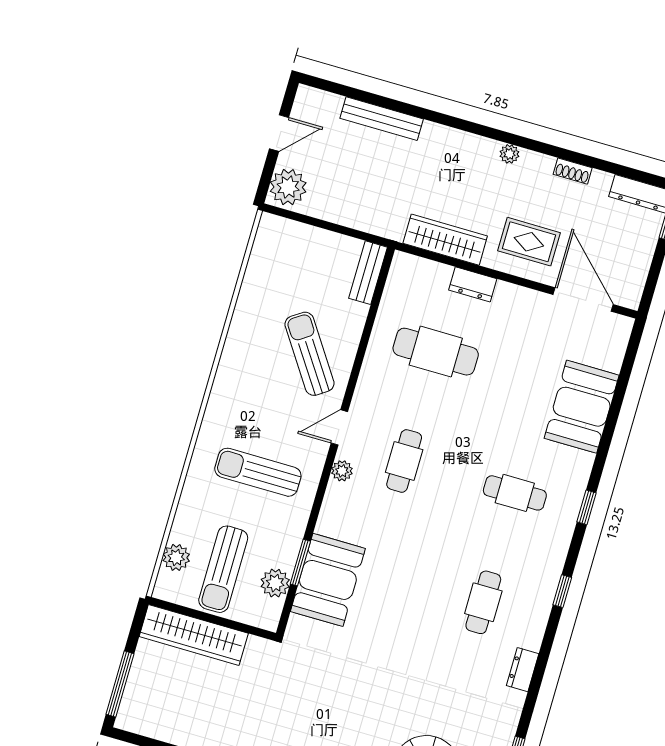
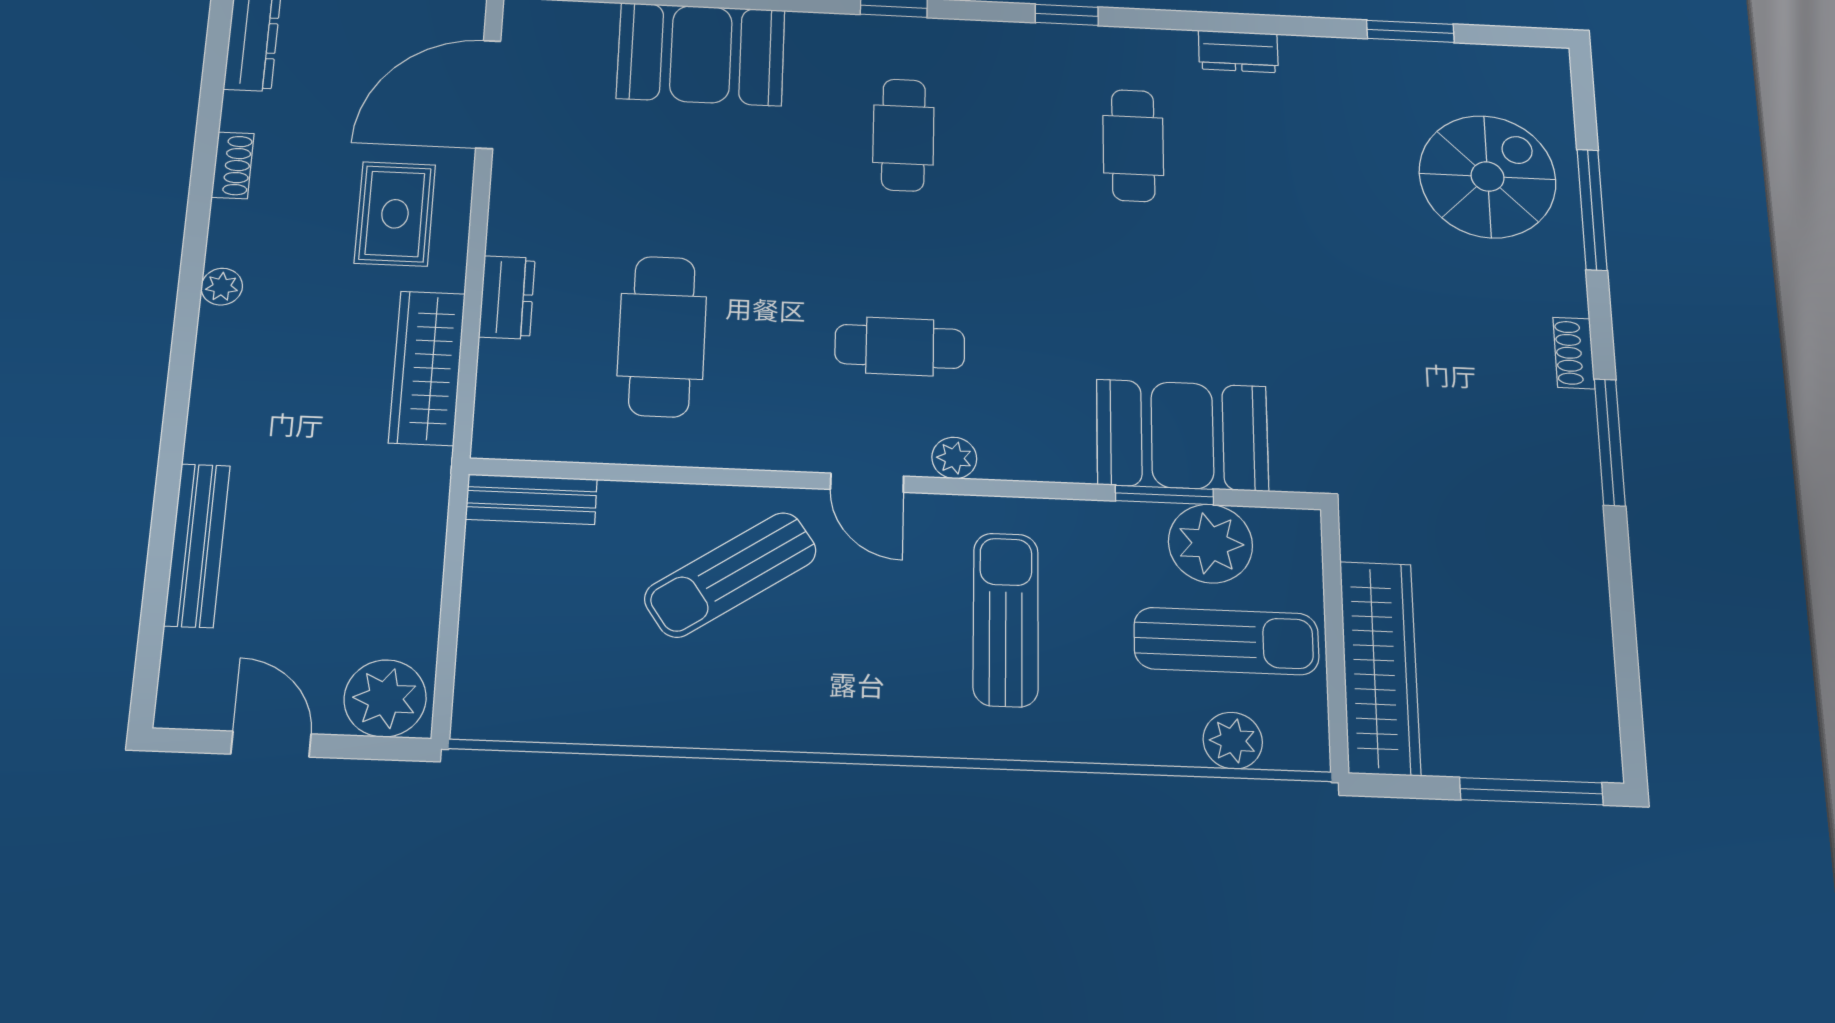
sun lounger: (258, 472) -> (1006, 619), turned 180
plant: (275, 583) -> (1210, 544), width x1.36, depth x1.36
cafe table: (483, 602) -> (1133, 145), turned 90

